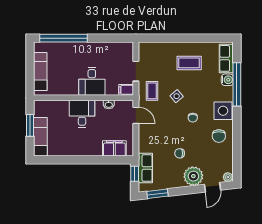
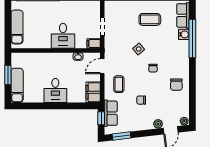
coffee table: (152, 91) -> (119, 84), moved
side table: (223, 111) -> (180, 62), removed
desk: (82, 114) -> (55, 90), moved, turned 180
door: (136, 115) -> (102, 66), swing flipped
filing cabinet: (114, 148) -> (93, 92), moved, turned -90
plant: (193, 176) -> (158, 124), width x0.53, depth x0.53

